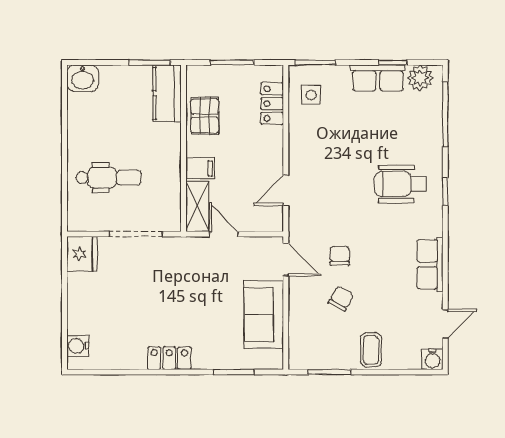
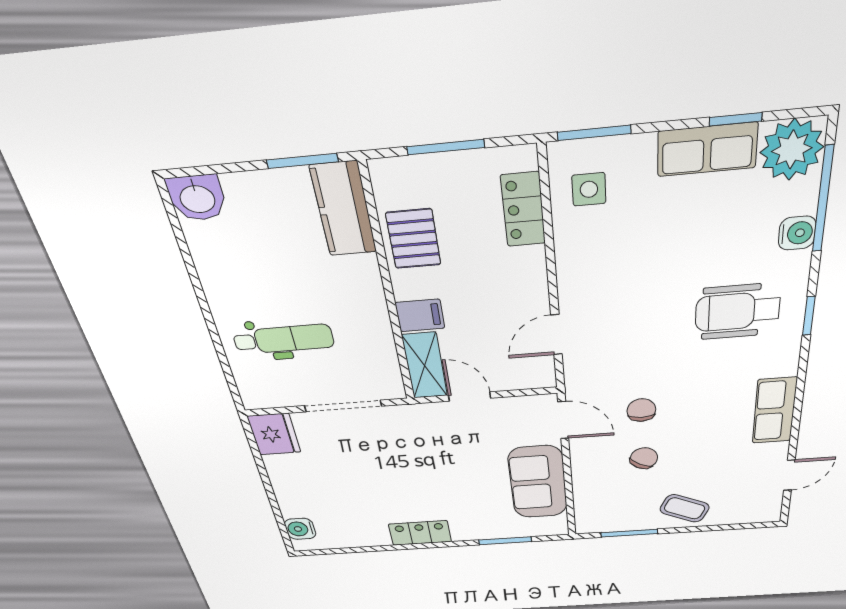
plant: (420, 78) -> (792, 150), width x1.36, depth x1.36
coffee table: (371, 350) -> (685, 508), turned -65
water cooler: (433, 359) -> (797, 233), moved, turned -90

